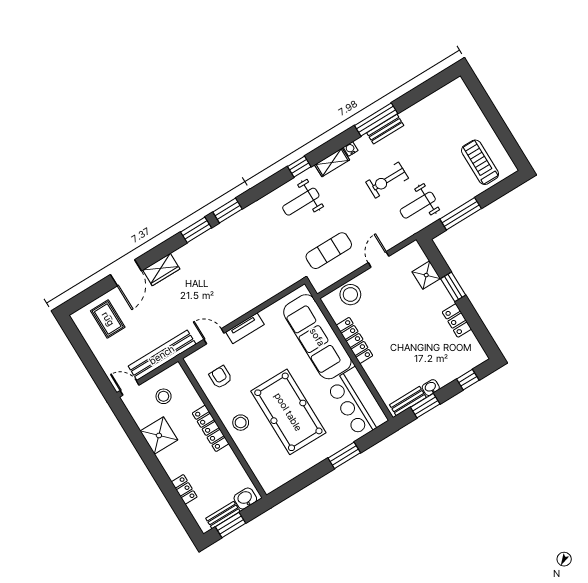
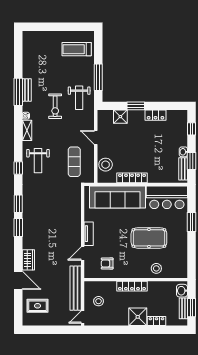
window: (299, 167) -> (18, 168), moved
pool table: (288, 412) -> (149, 238), width x0.73, depth x0.76
stool: (241, 423) -> (156, 268), moved
shower: (159, 435) -> (138, 317), moved

